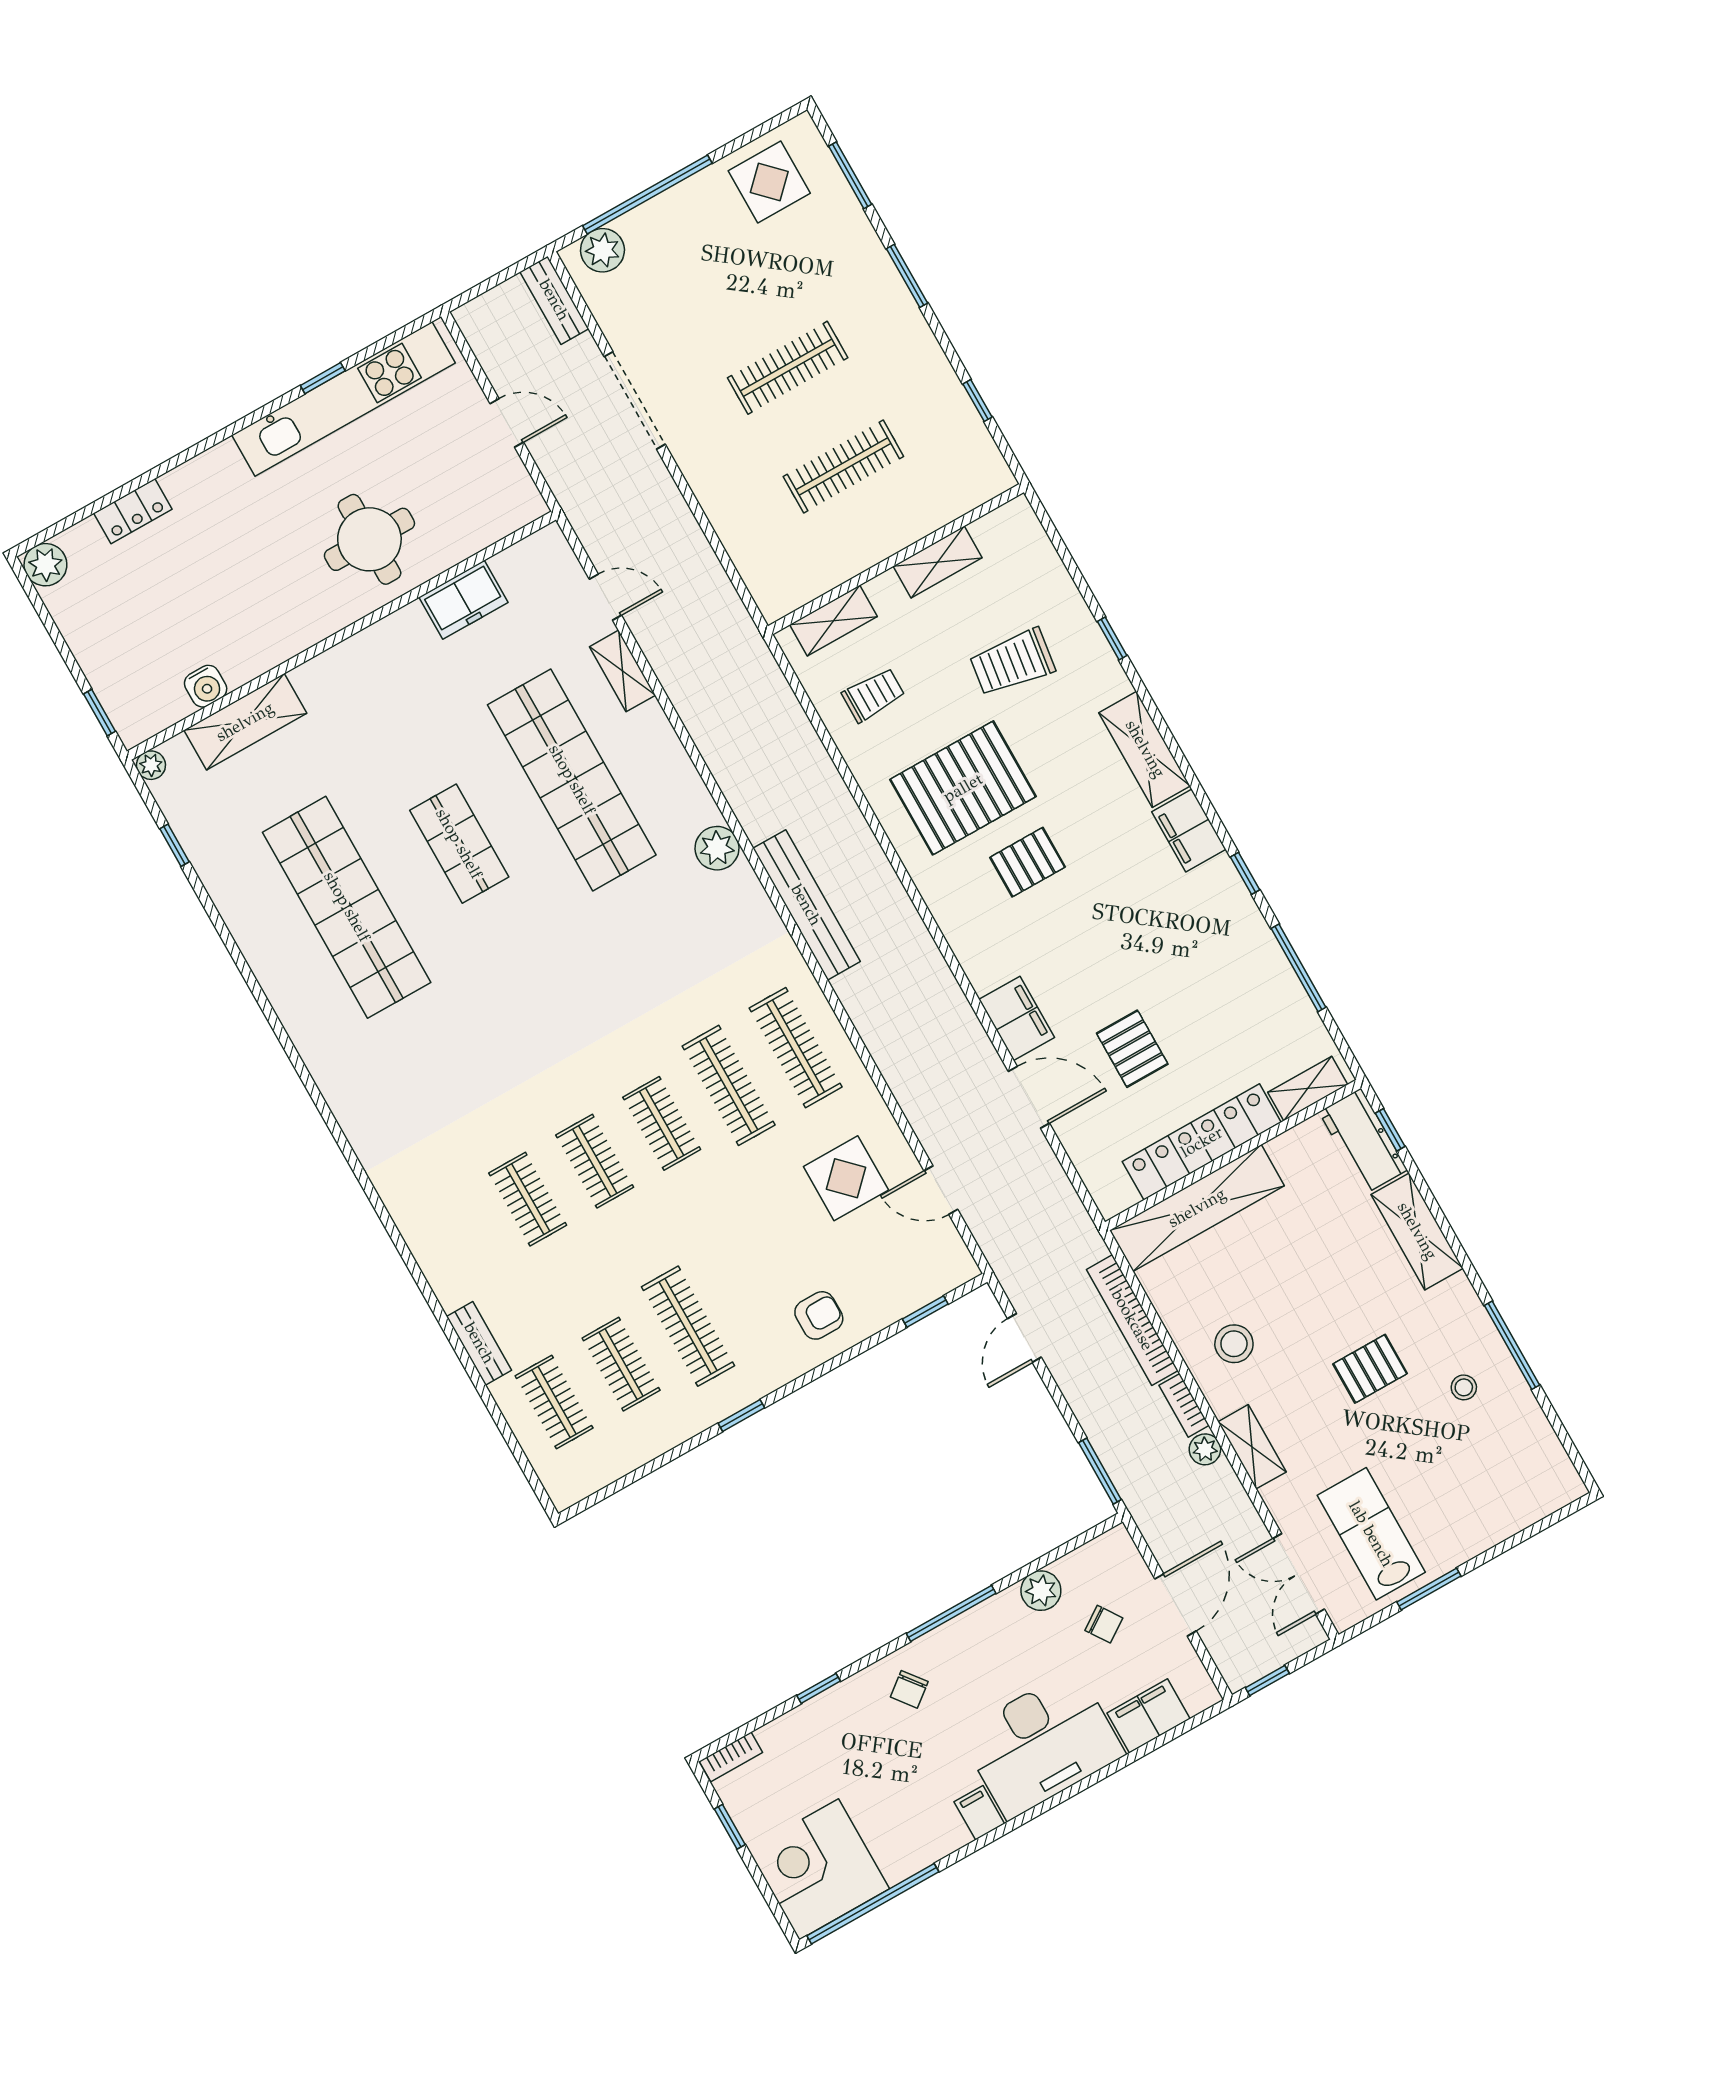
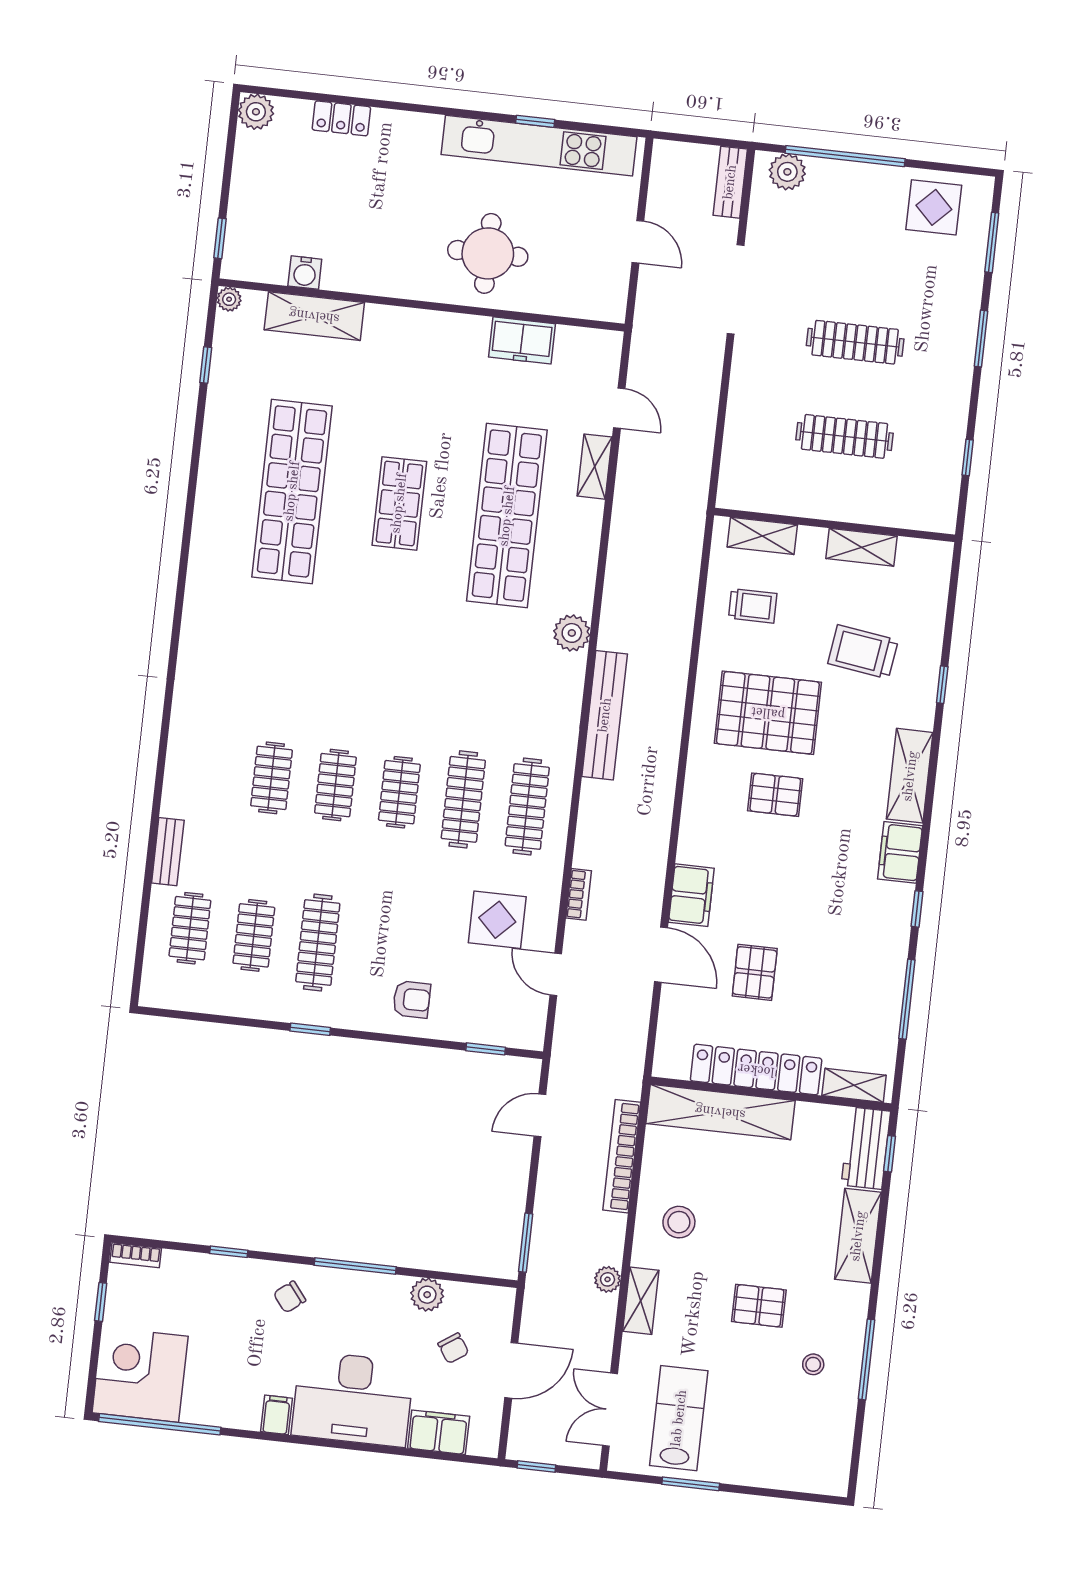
bookcase: (1184, 1405) -> (579, 894), moved, turned 180

